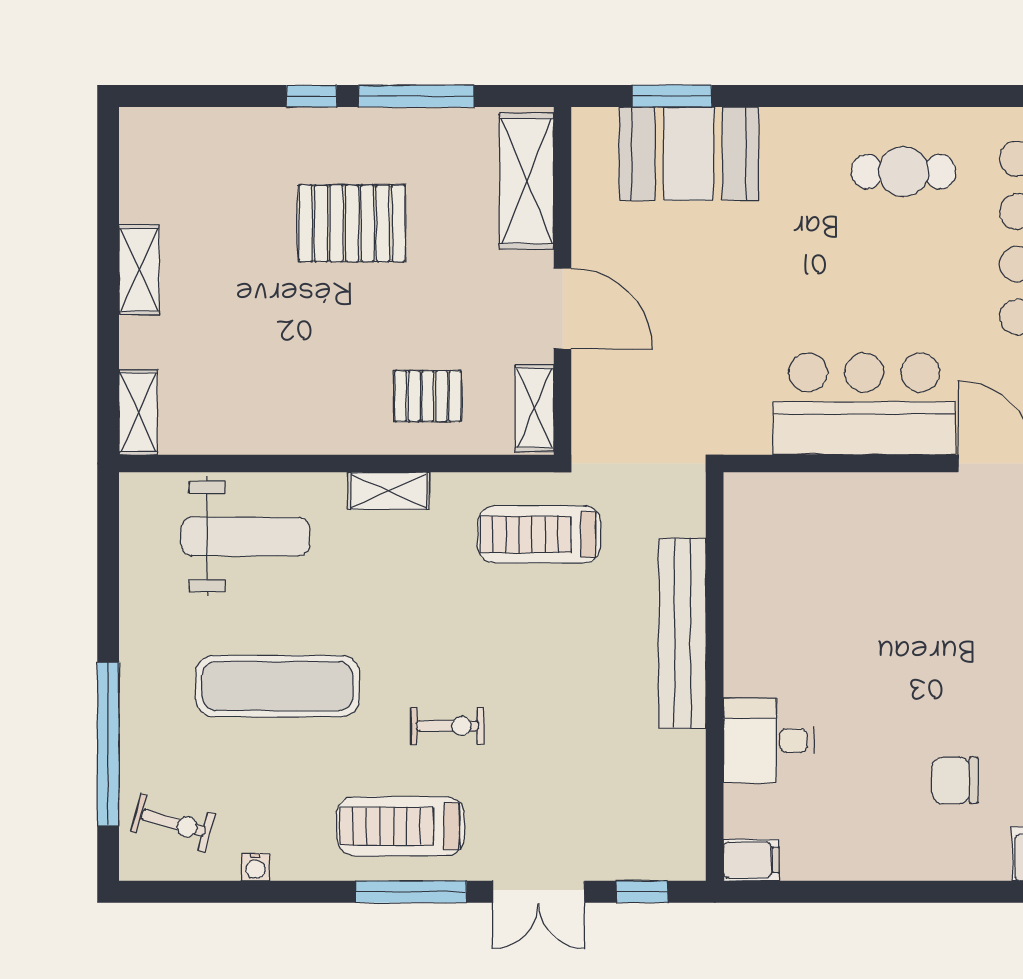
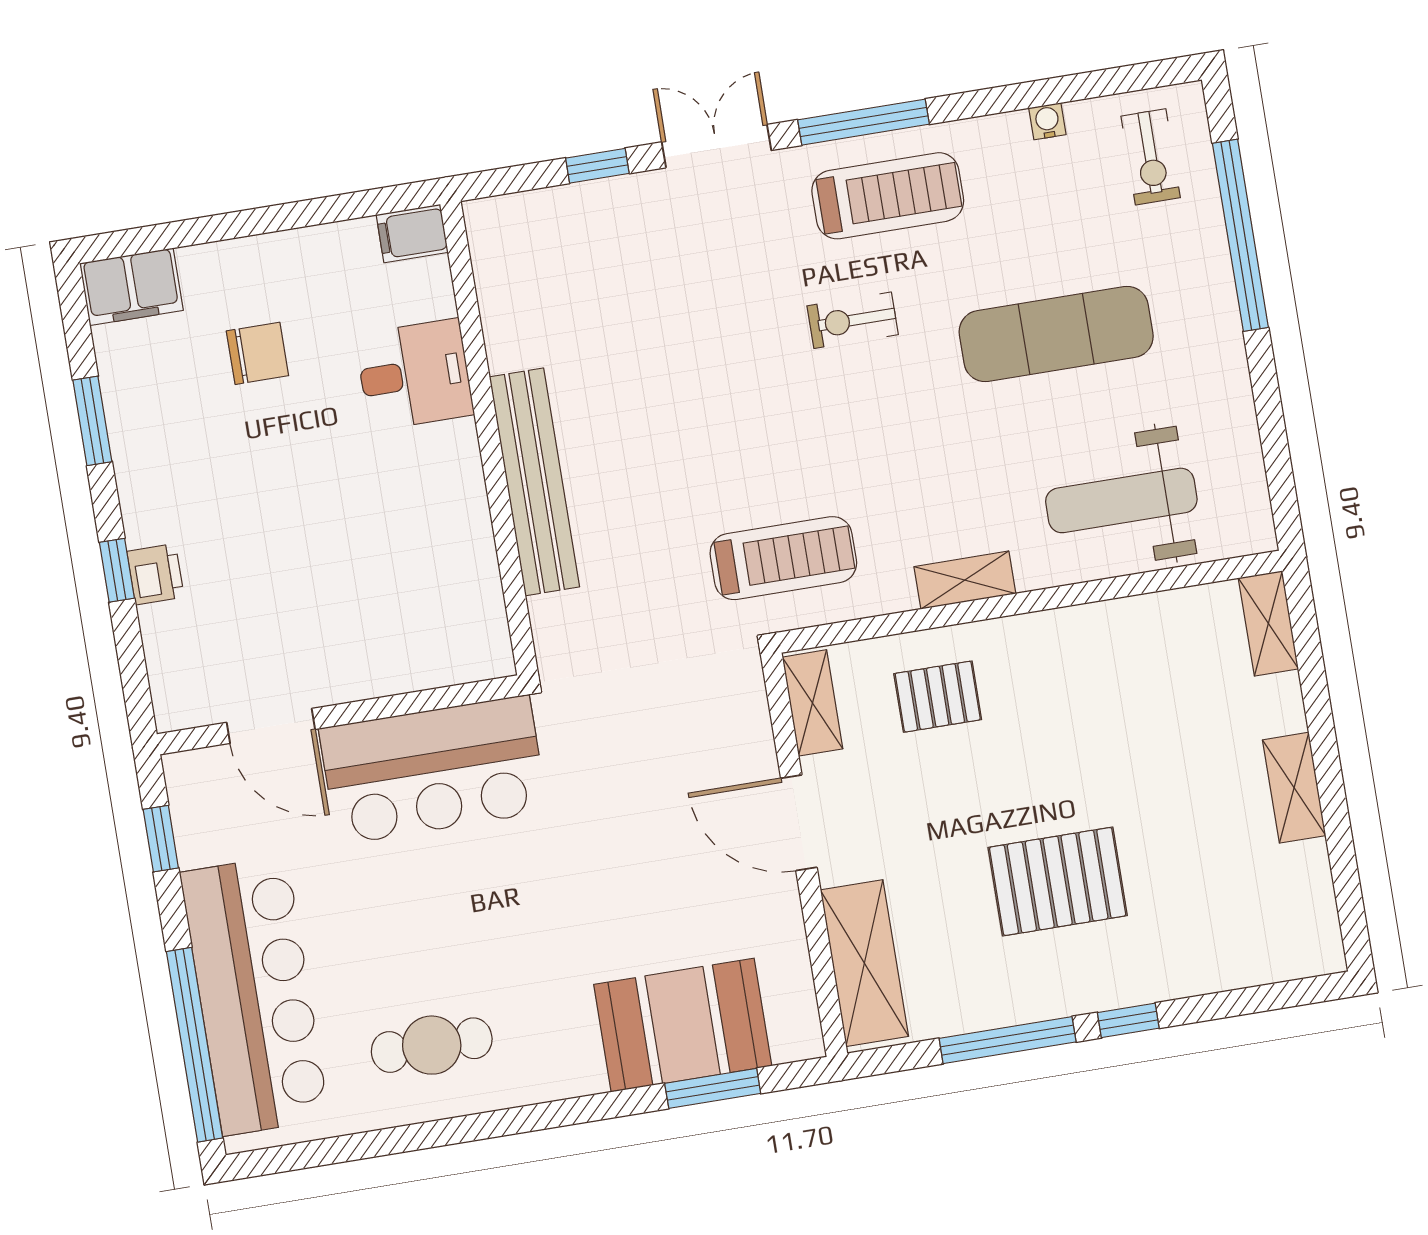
bench: (682, 633) -> (534, 482), moved
wall: (715, 677) -> (489, 438), moved
desk: (769, 741) -> (414, 375), moved
exercise bike: (173, 823) -> (1151, 157), turned -106
filing cabinet: (751, 860) -> (412, 234), moved

